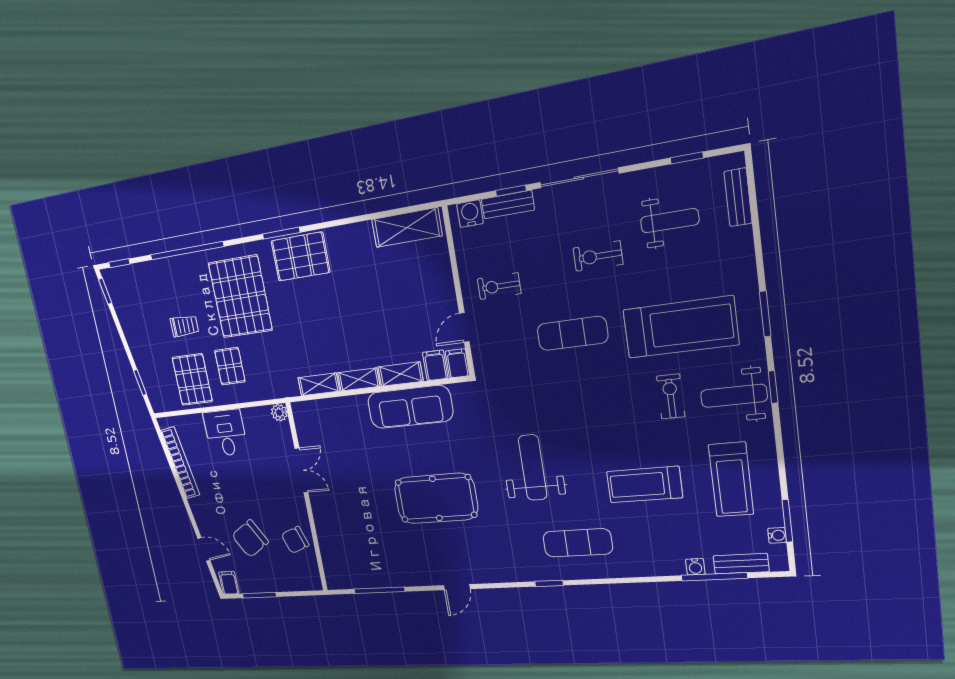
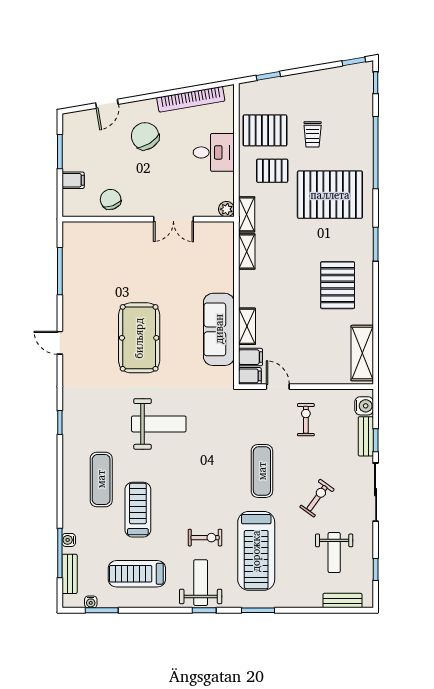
exercise bike: (598, 256) -> (317, 498), turned 36
pallet: (301, 257) -> (338, 285), moved
shelving: (359, 380) -> (247, 214), moved
chair: (250, 539) -> (145, 136), moved
exercise mat: (578, 543) -> (101, 479), moved
filing cabinet: (229, 583) -> (73, 180), moved

